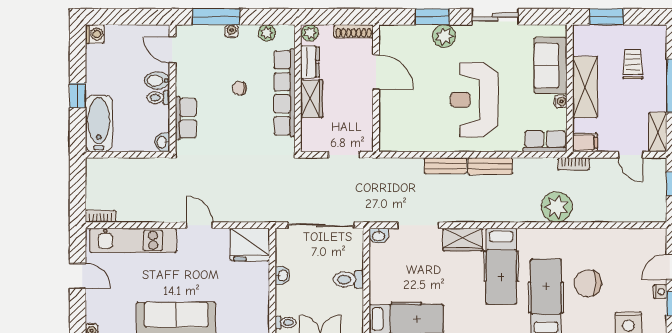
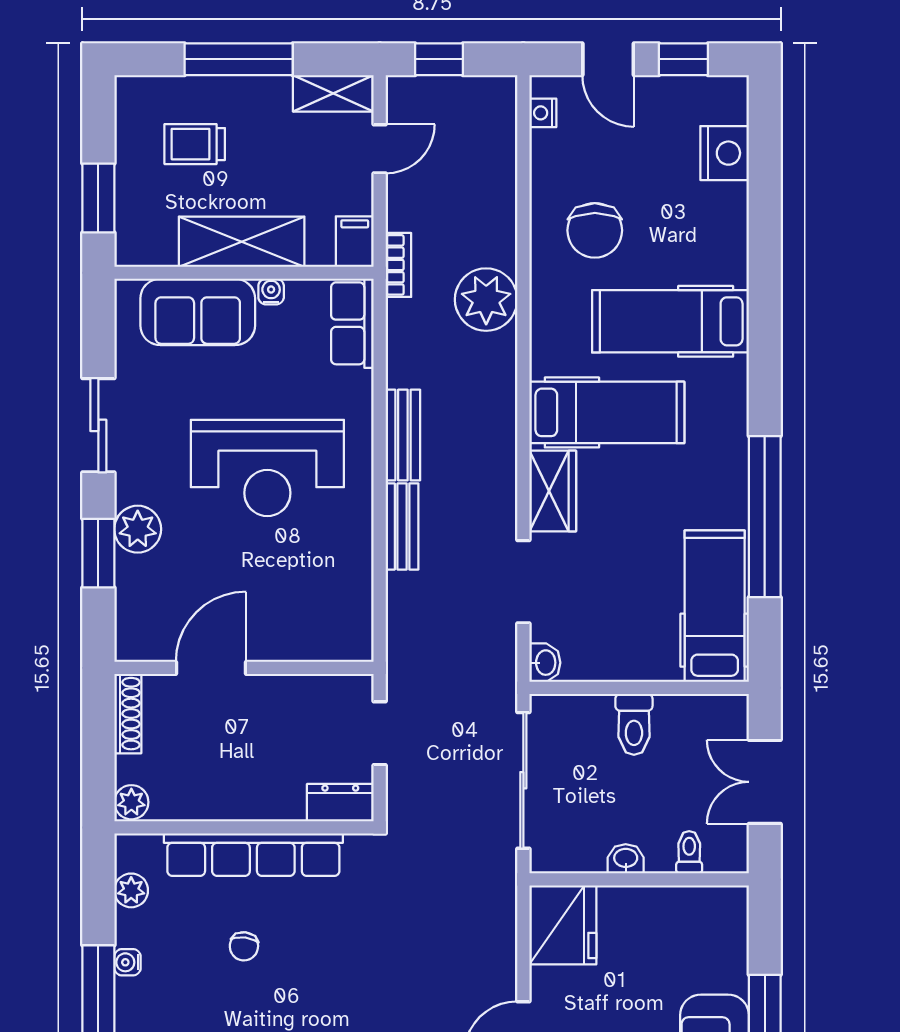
dresser: (310, 62) -> (340, 803), moved
wardrobe: (312, 99) -> (265, 799), removed
chair: (588, 283) -> (595, 230), moved
nightstand: (660, 292) -> (543, 113), moved, turned -90
toilet: (286, 323) -> (689, 852), moved

